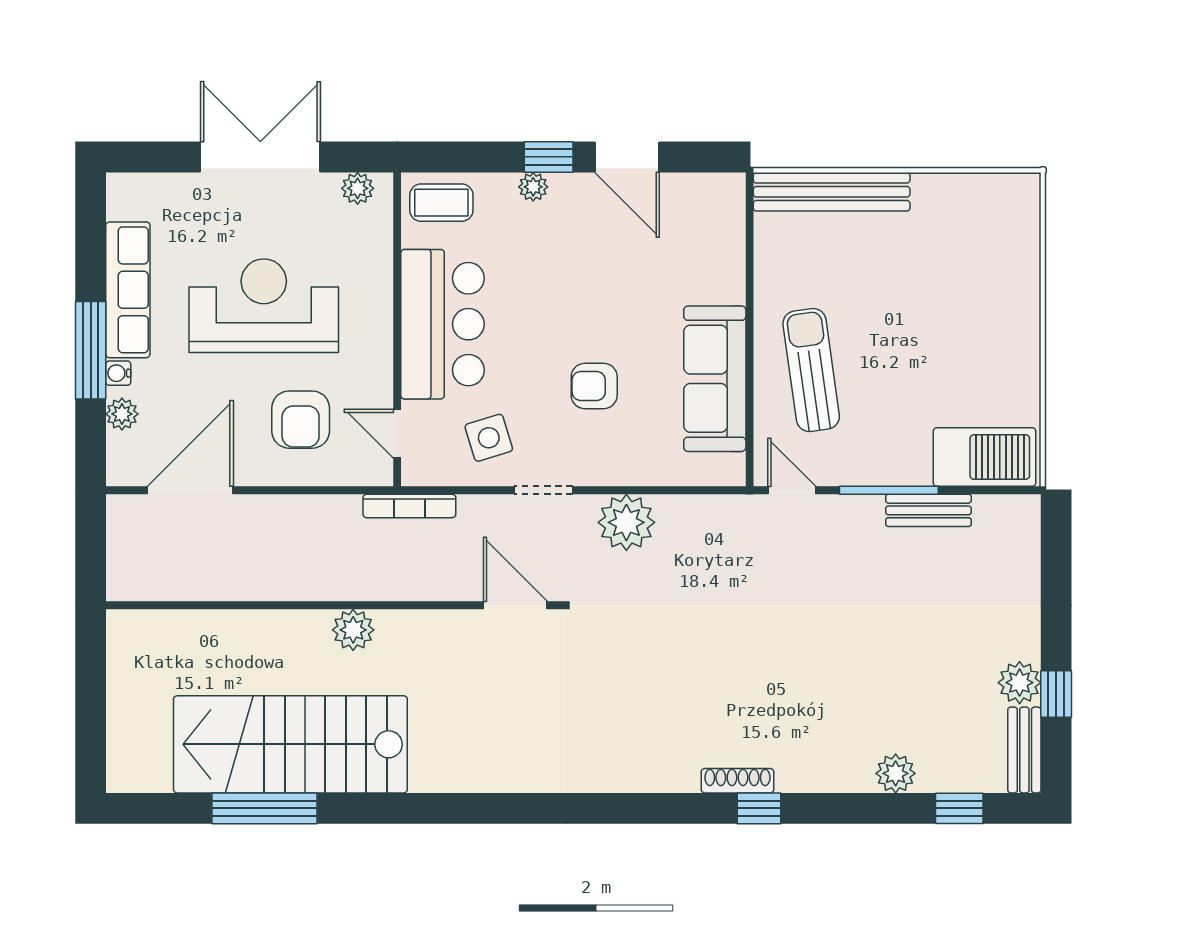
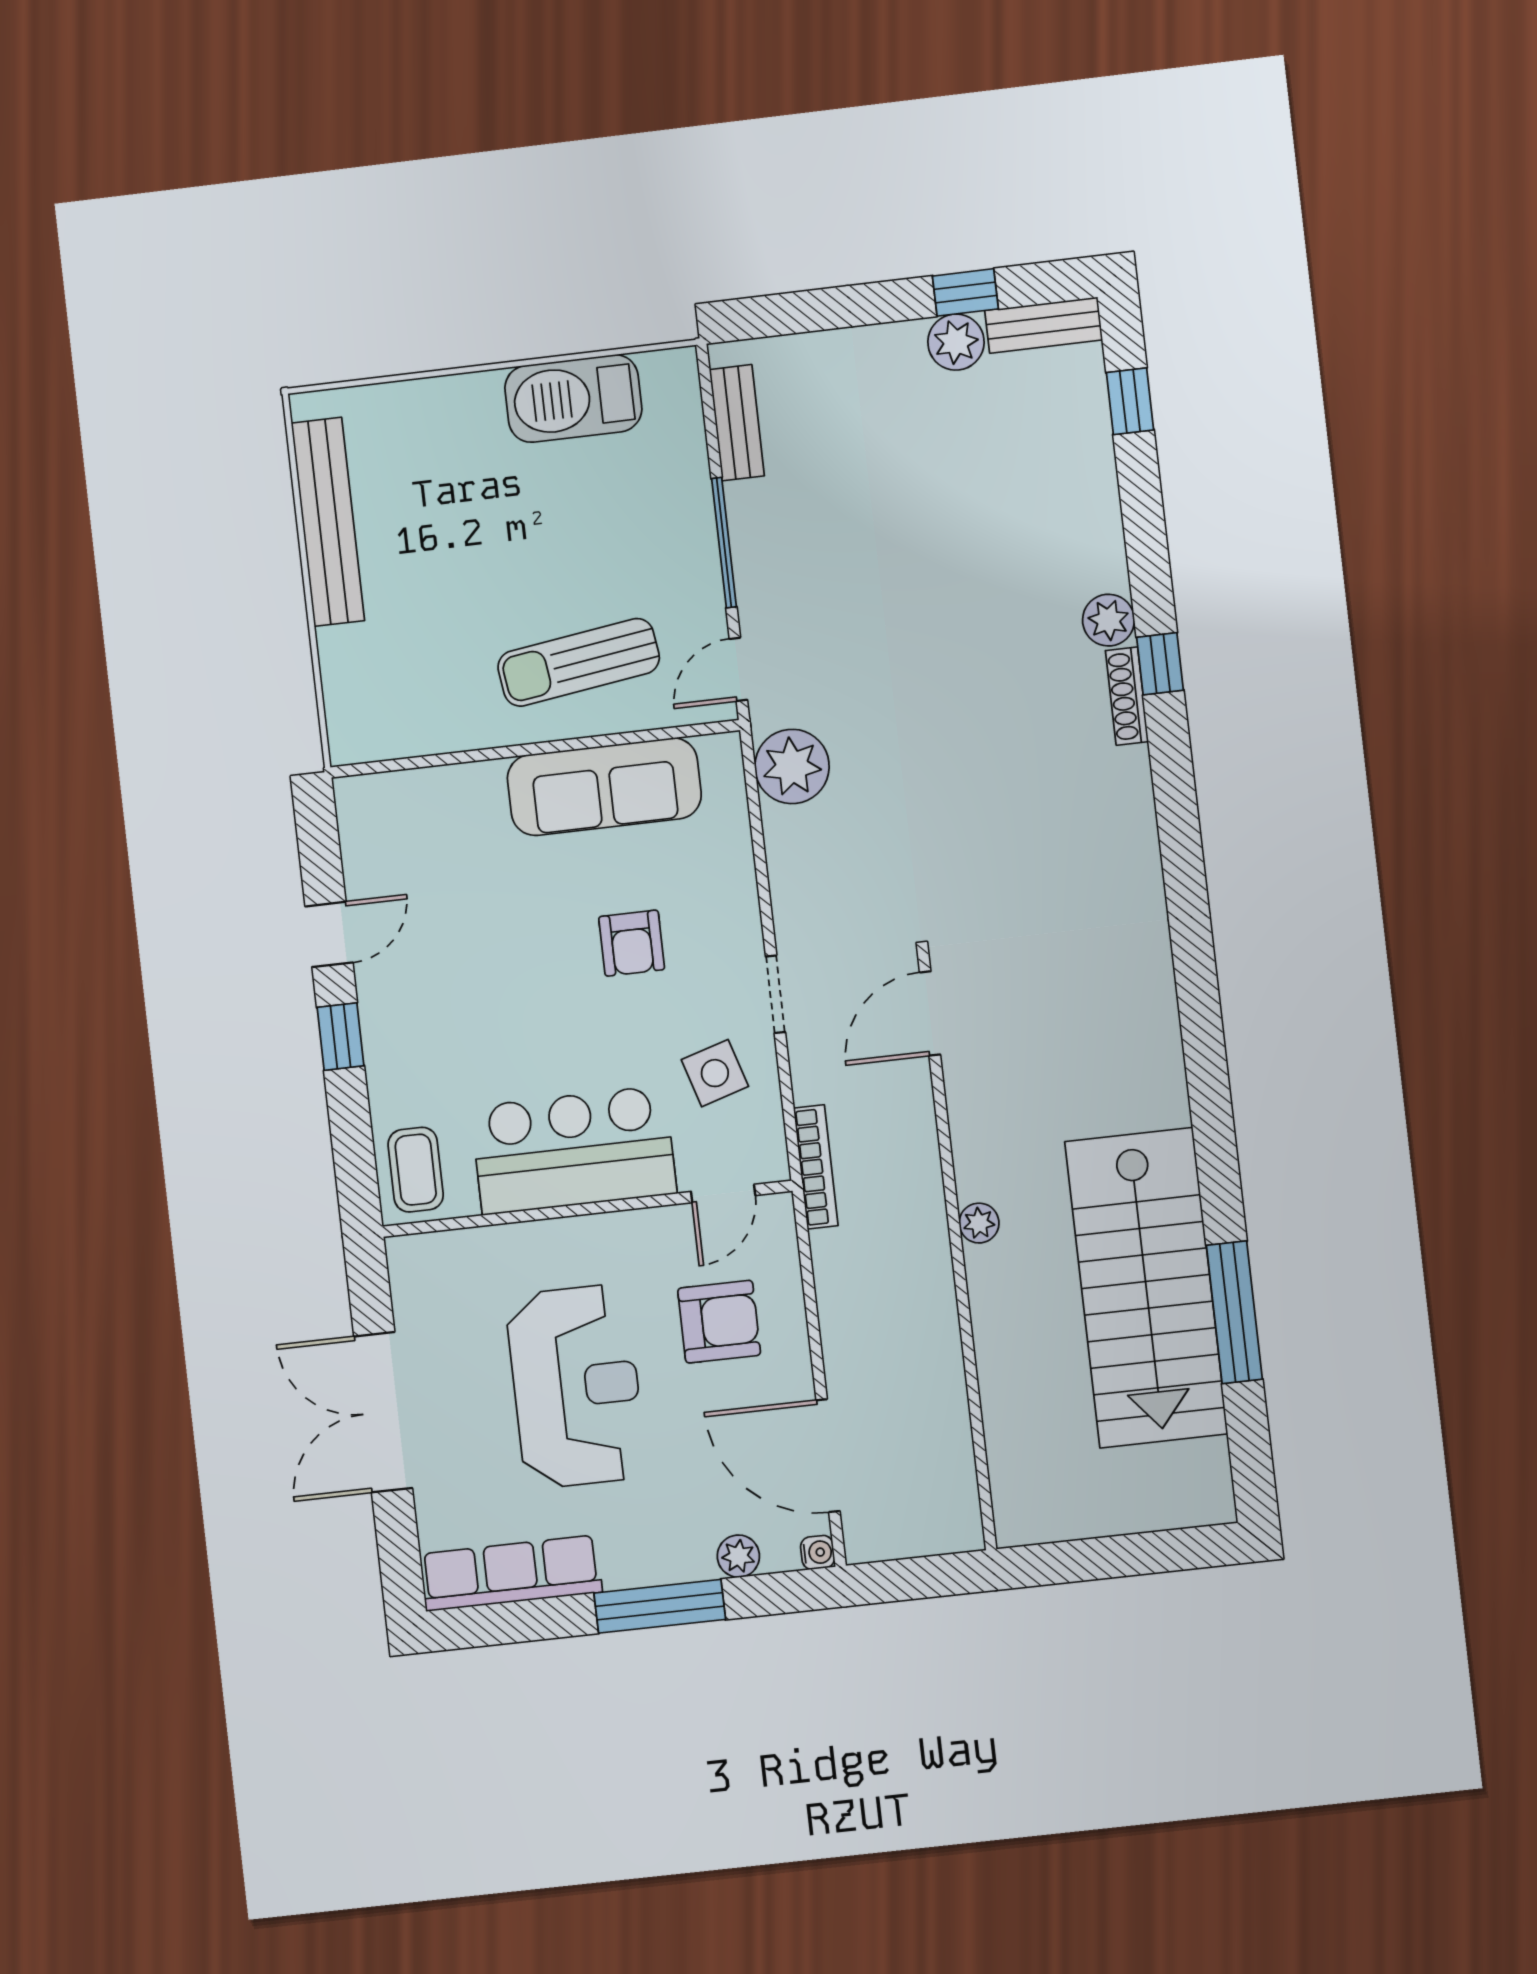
door: (627, 157) -> (329, 934), width x0.73
plant: (533, 187) -> (381, 1052), removed
plant: (358, 188) -> (409, 1281), removed
bench: (832, 192) -> (328, 522), moved
row of seats: (128, 290) -> (511, 1573), moved
reception desk: (264, 306) -> (576, 1386), turned 180
water cooler: (118, 373) -> (818, 1552), moved, turned -90
barbecue: (985, 457) -> (573, 399), moved, turned -90
bench: (928, 510) -> (737, 423), moved
plant: (626, 522) -> (792, 766), moved
plant: (353, 630) -> (979, 1223), width x0.73, depth x0.73
plant: (896, 773) -> (1109, 620), moved

